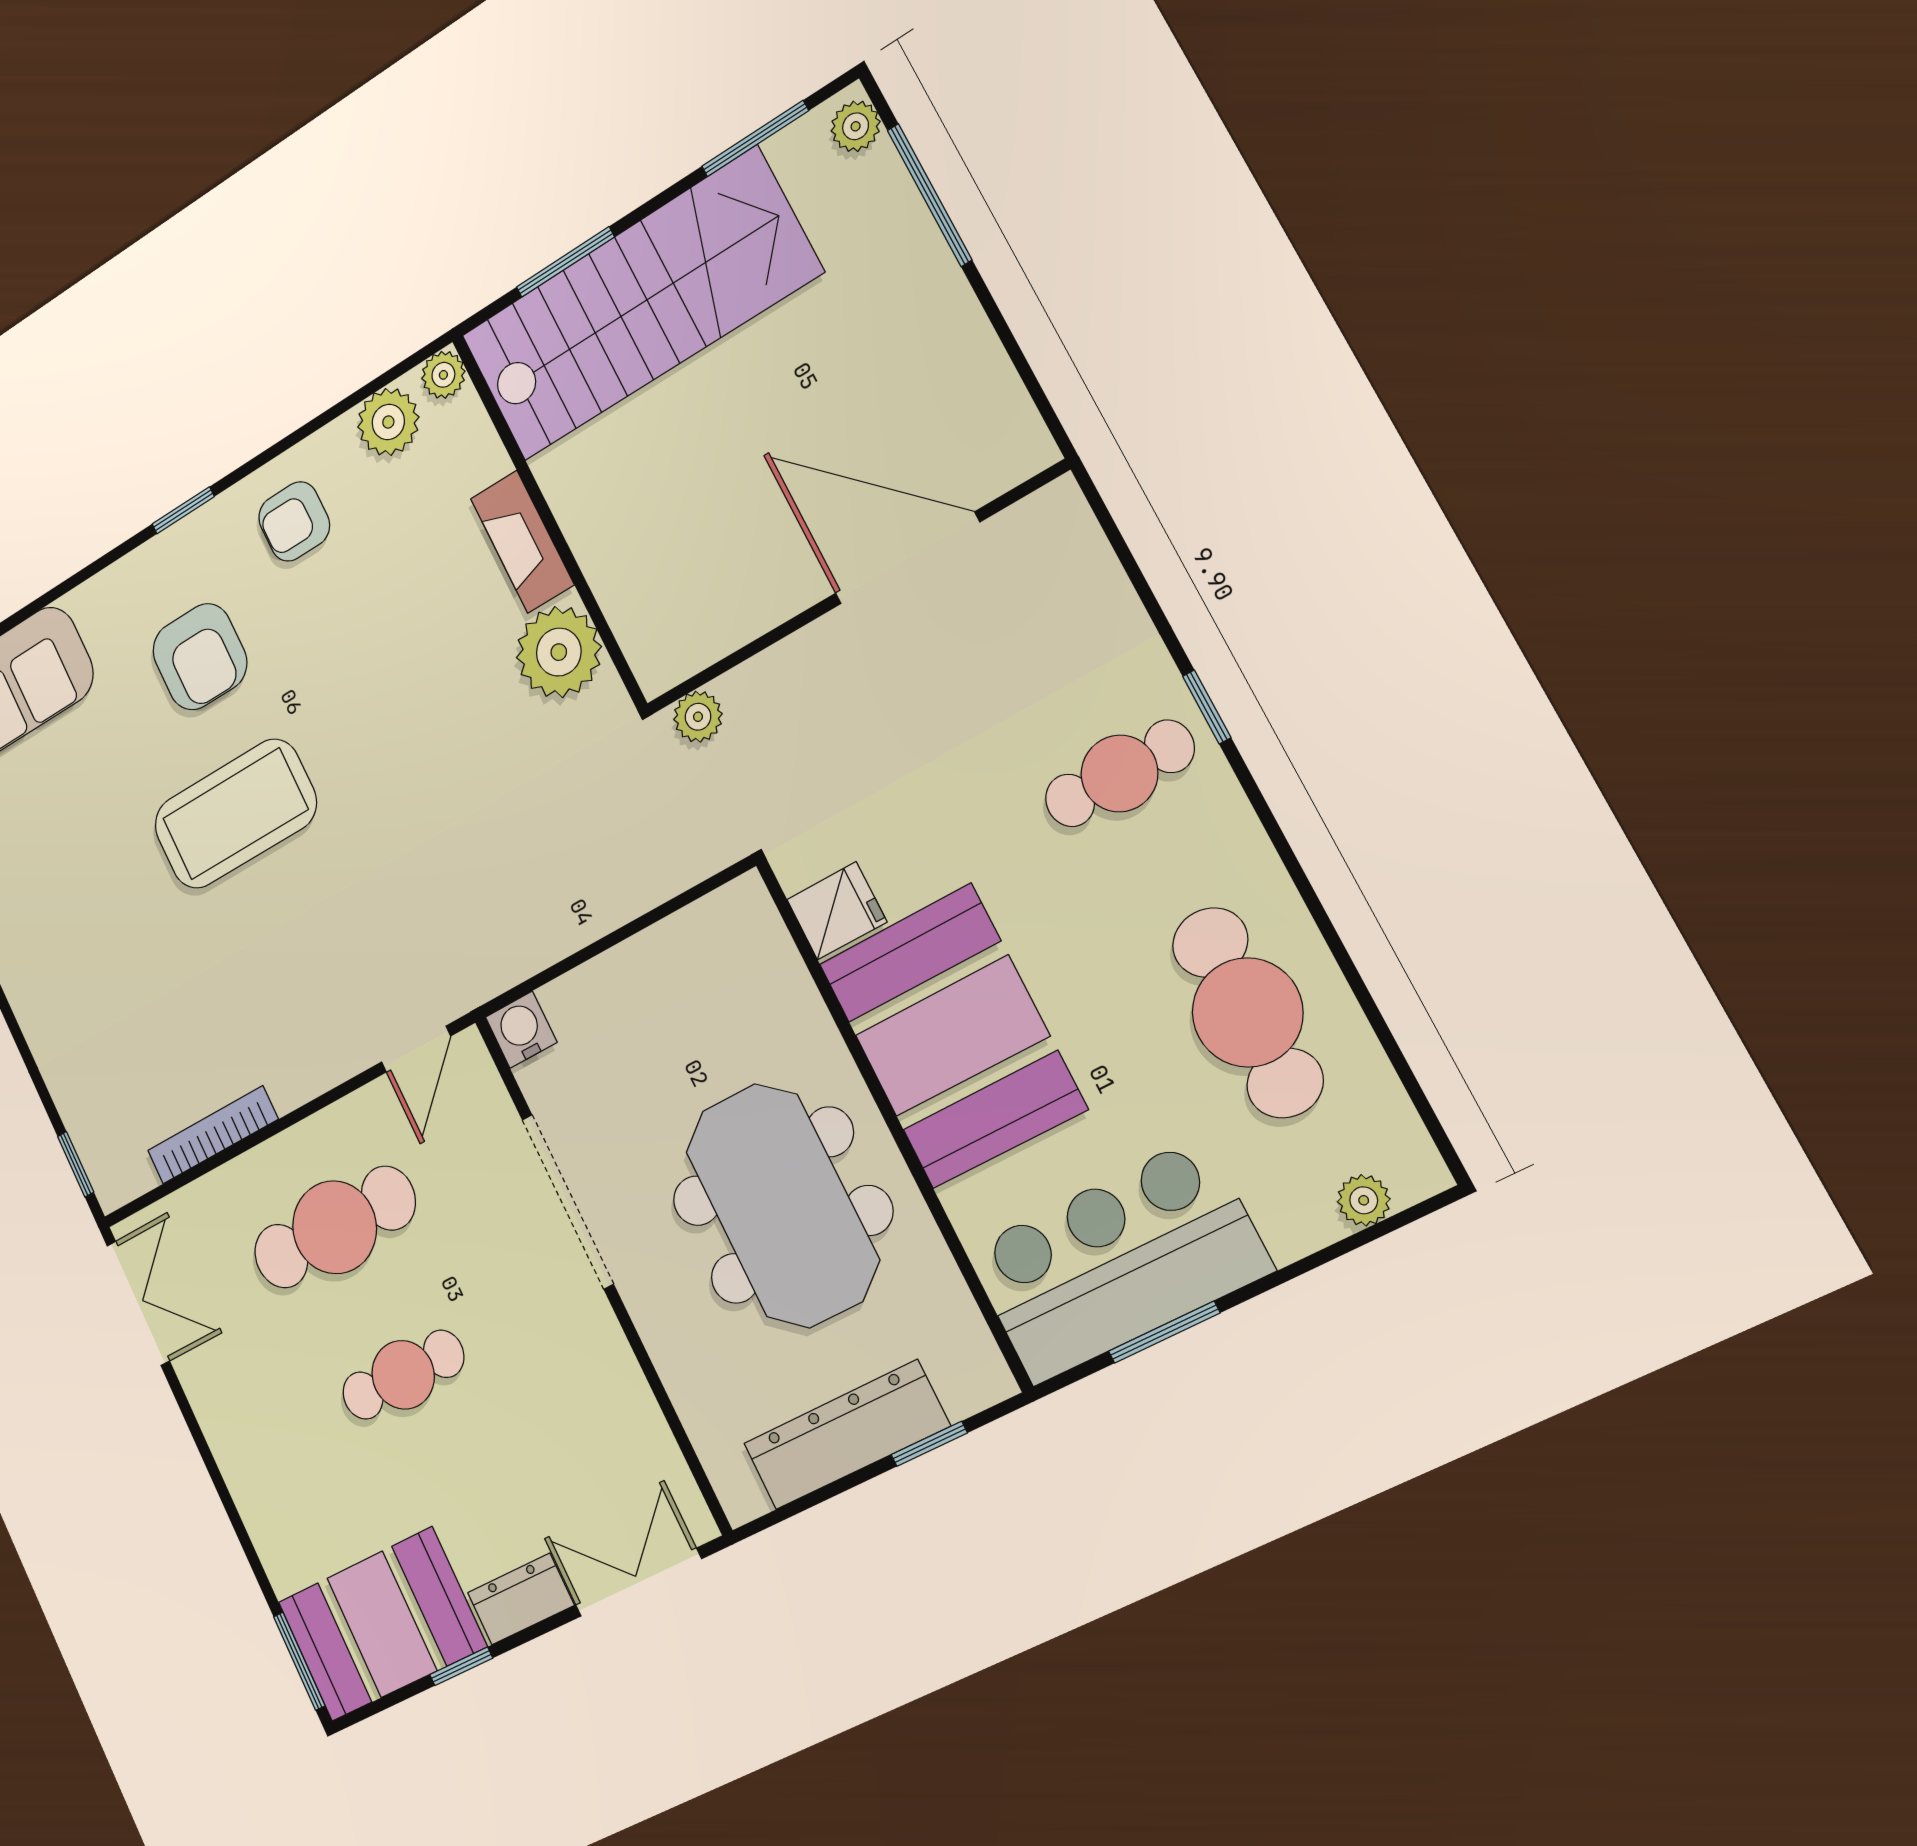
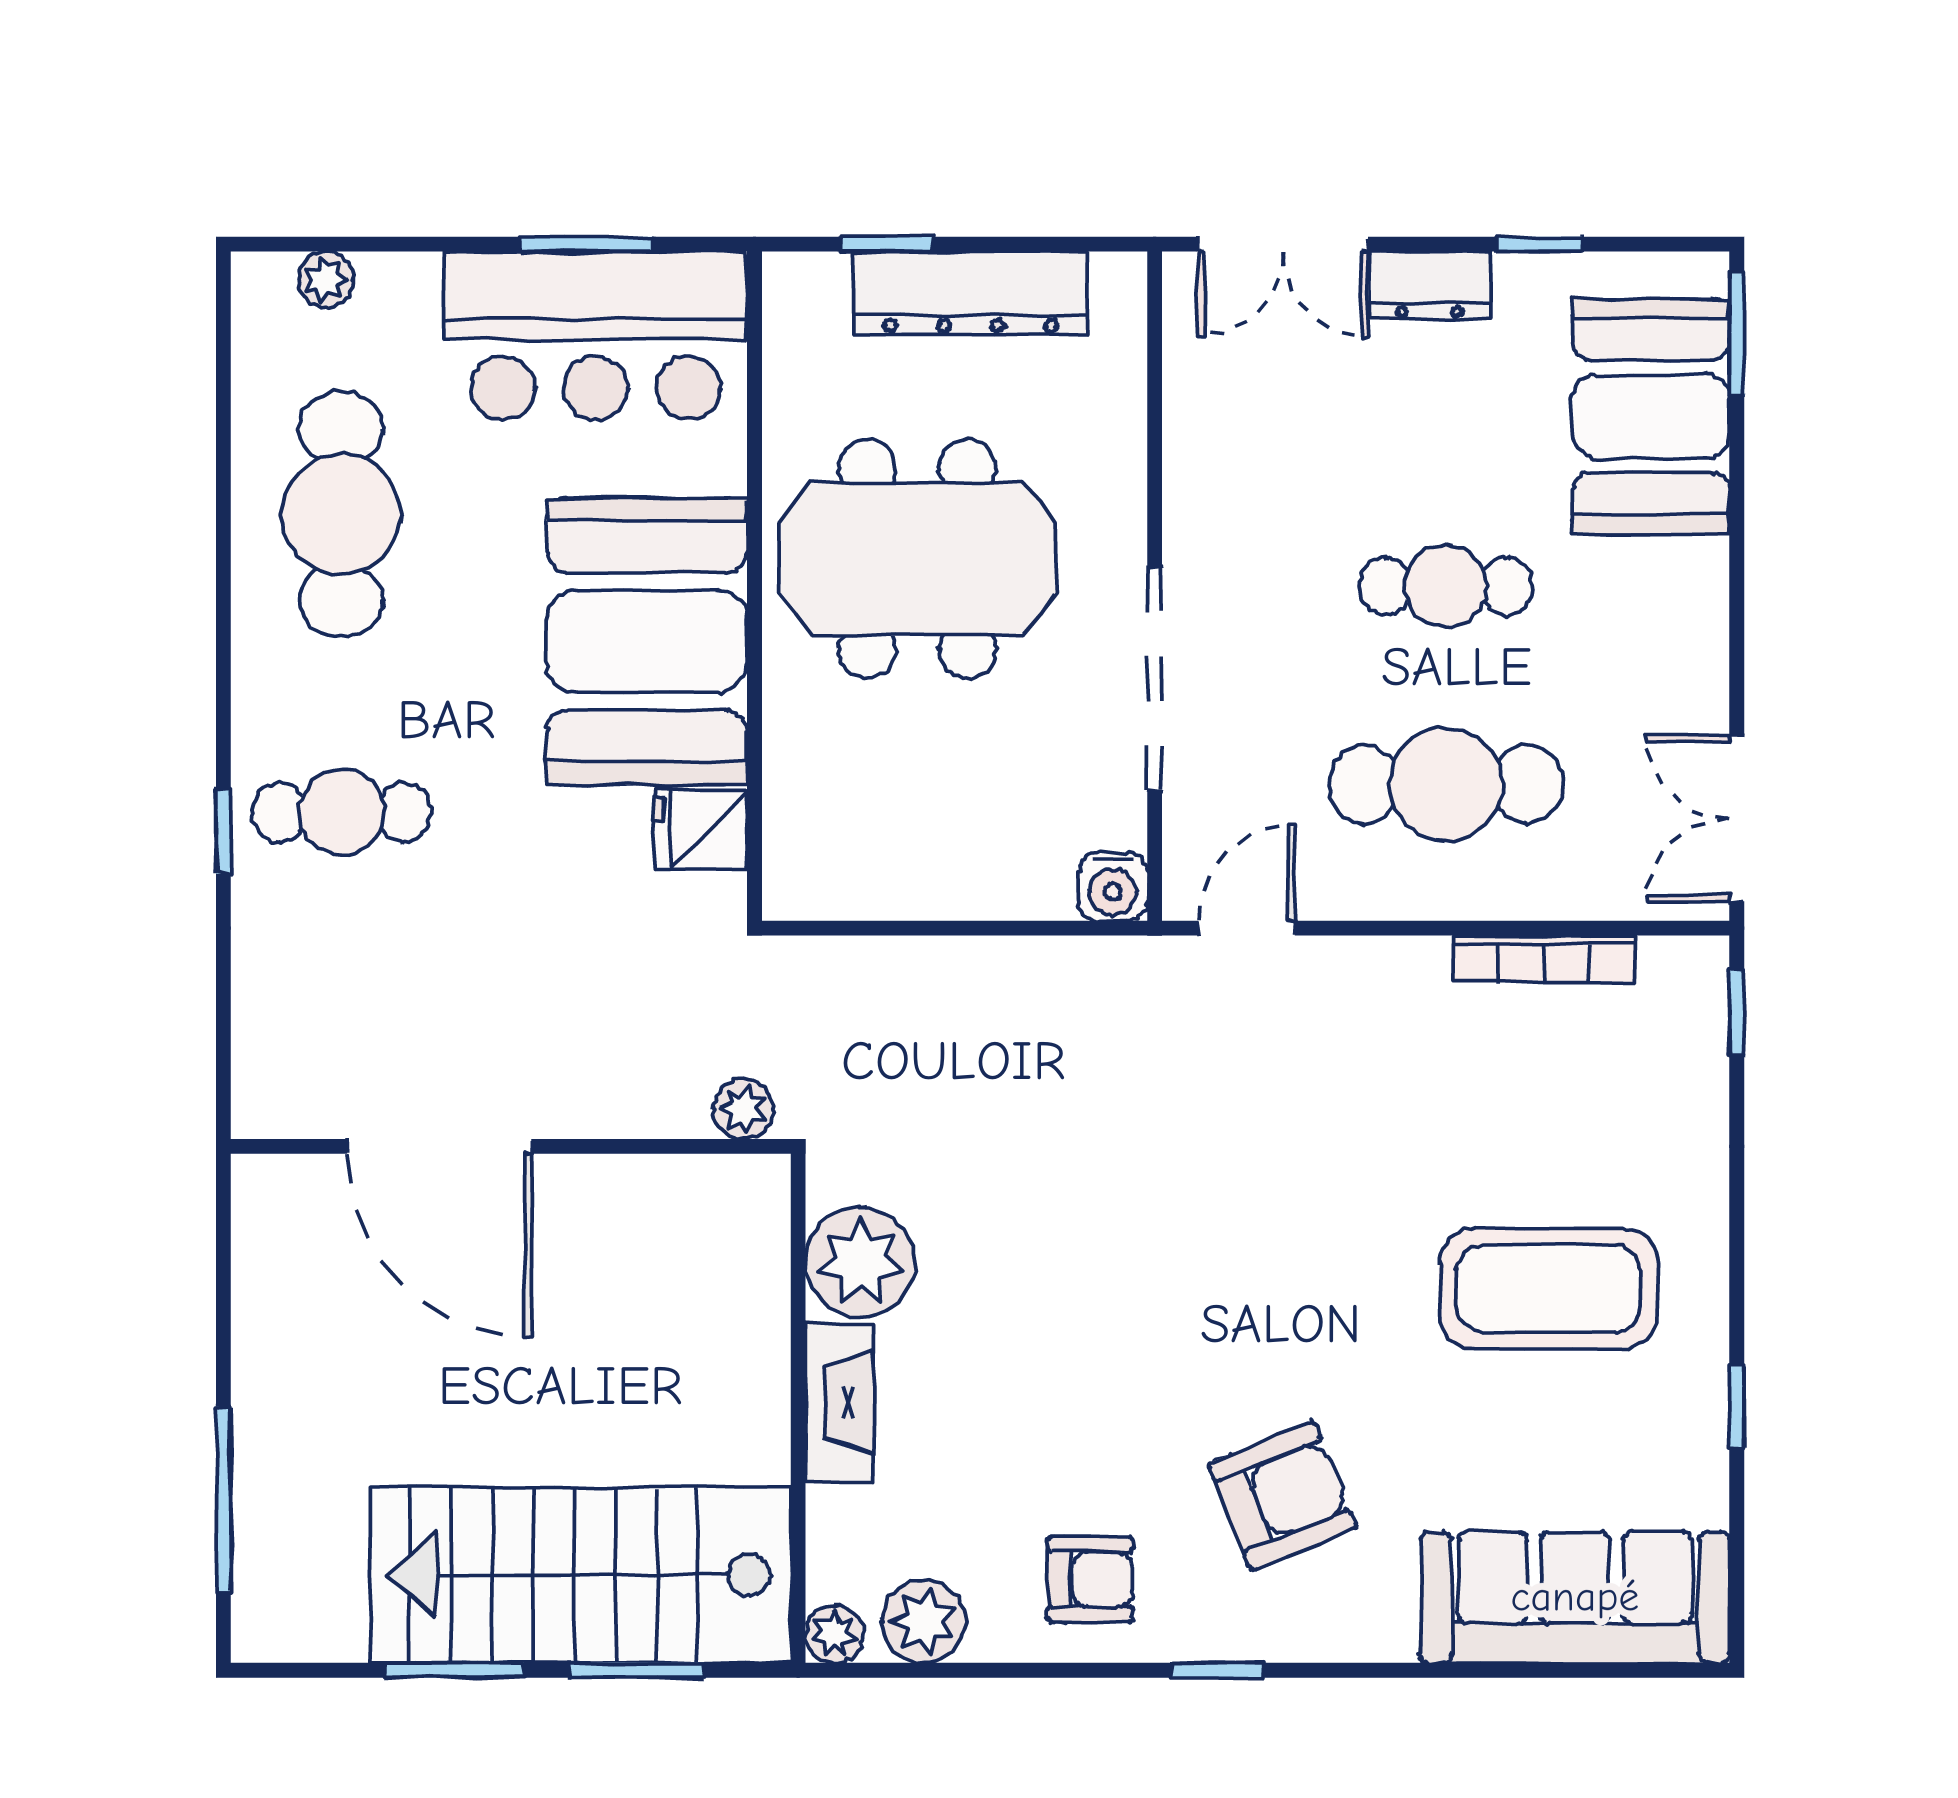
plant: (856, 126) -> (260, 1616), removed
window: (755, 139) -> (454, 1670), moved
armchair: (200, 657) -> (1282, 1496), turned 68
coffee table: (235, 814) -> (1548, 1289), moved
meeting table: (782, 1206) -> (917, 559), turned 90
booth: (382, 1624) -> (1651, 416), moved, turned 90

